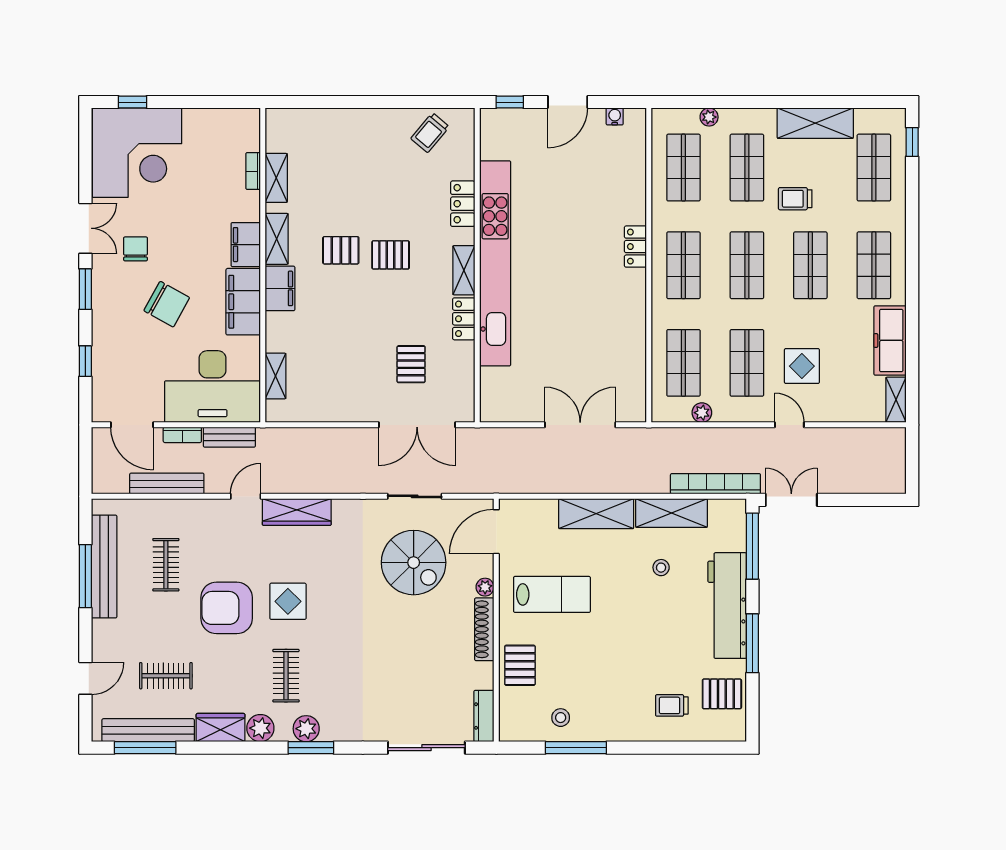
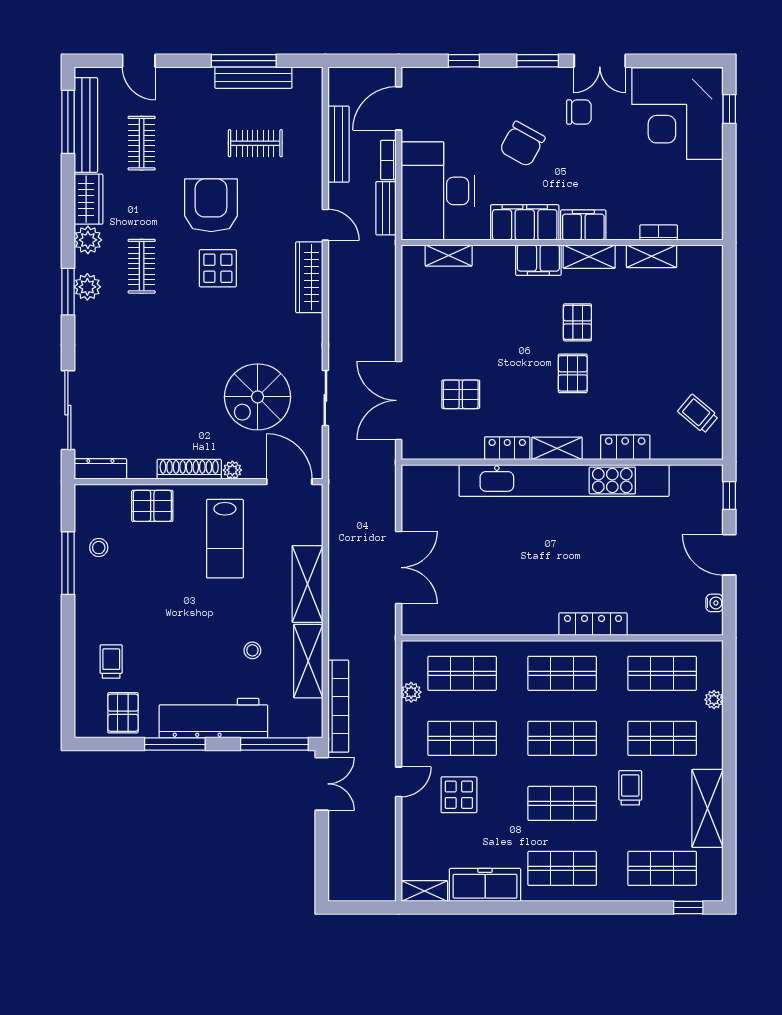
locker: (635, 247) -> (593, 624), width x1.53
bench: (104, 567) -> (253, 78), width x0.73, depth x0.82
clothes rail: (286, 676) -> (142, 266), turned 90

